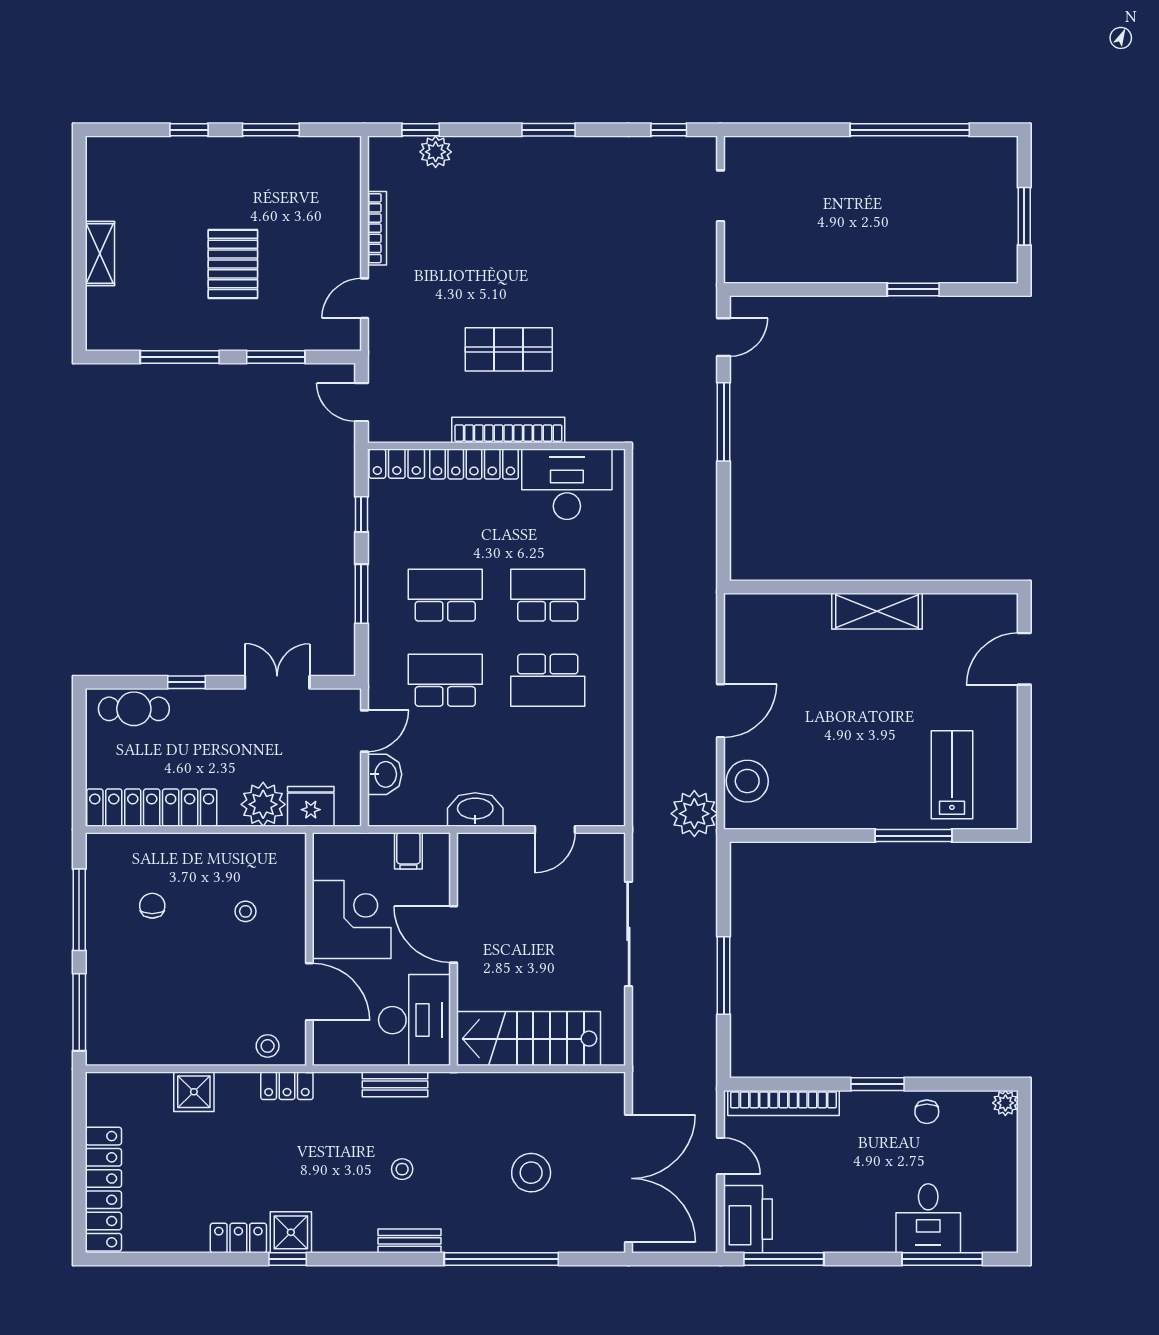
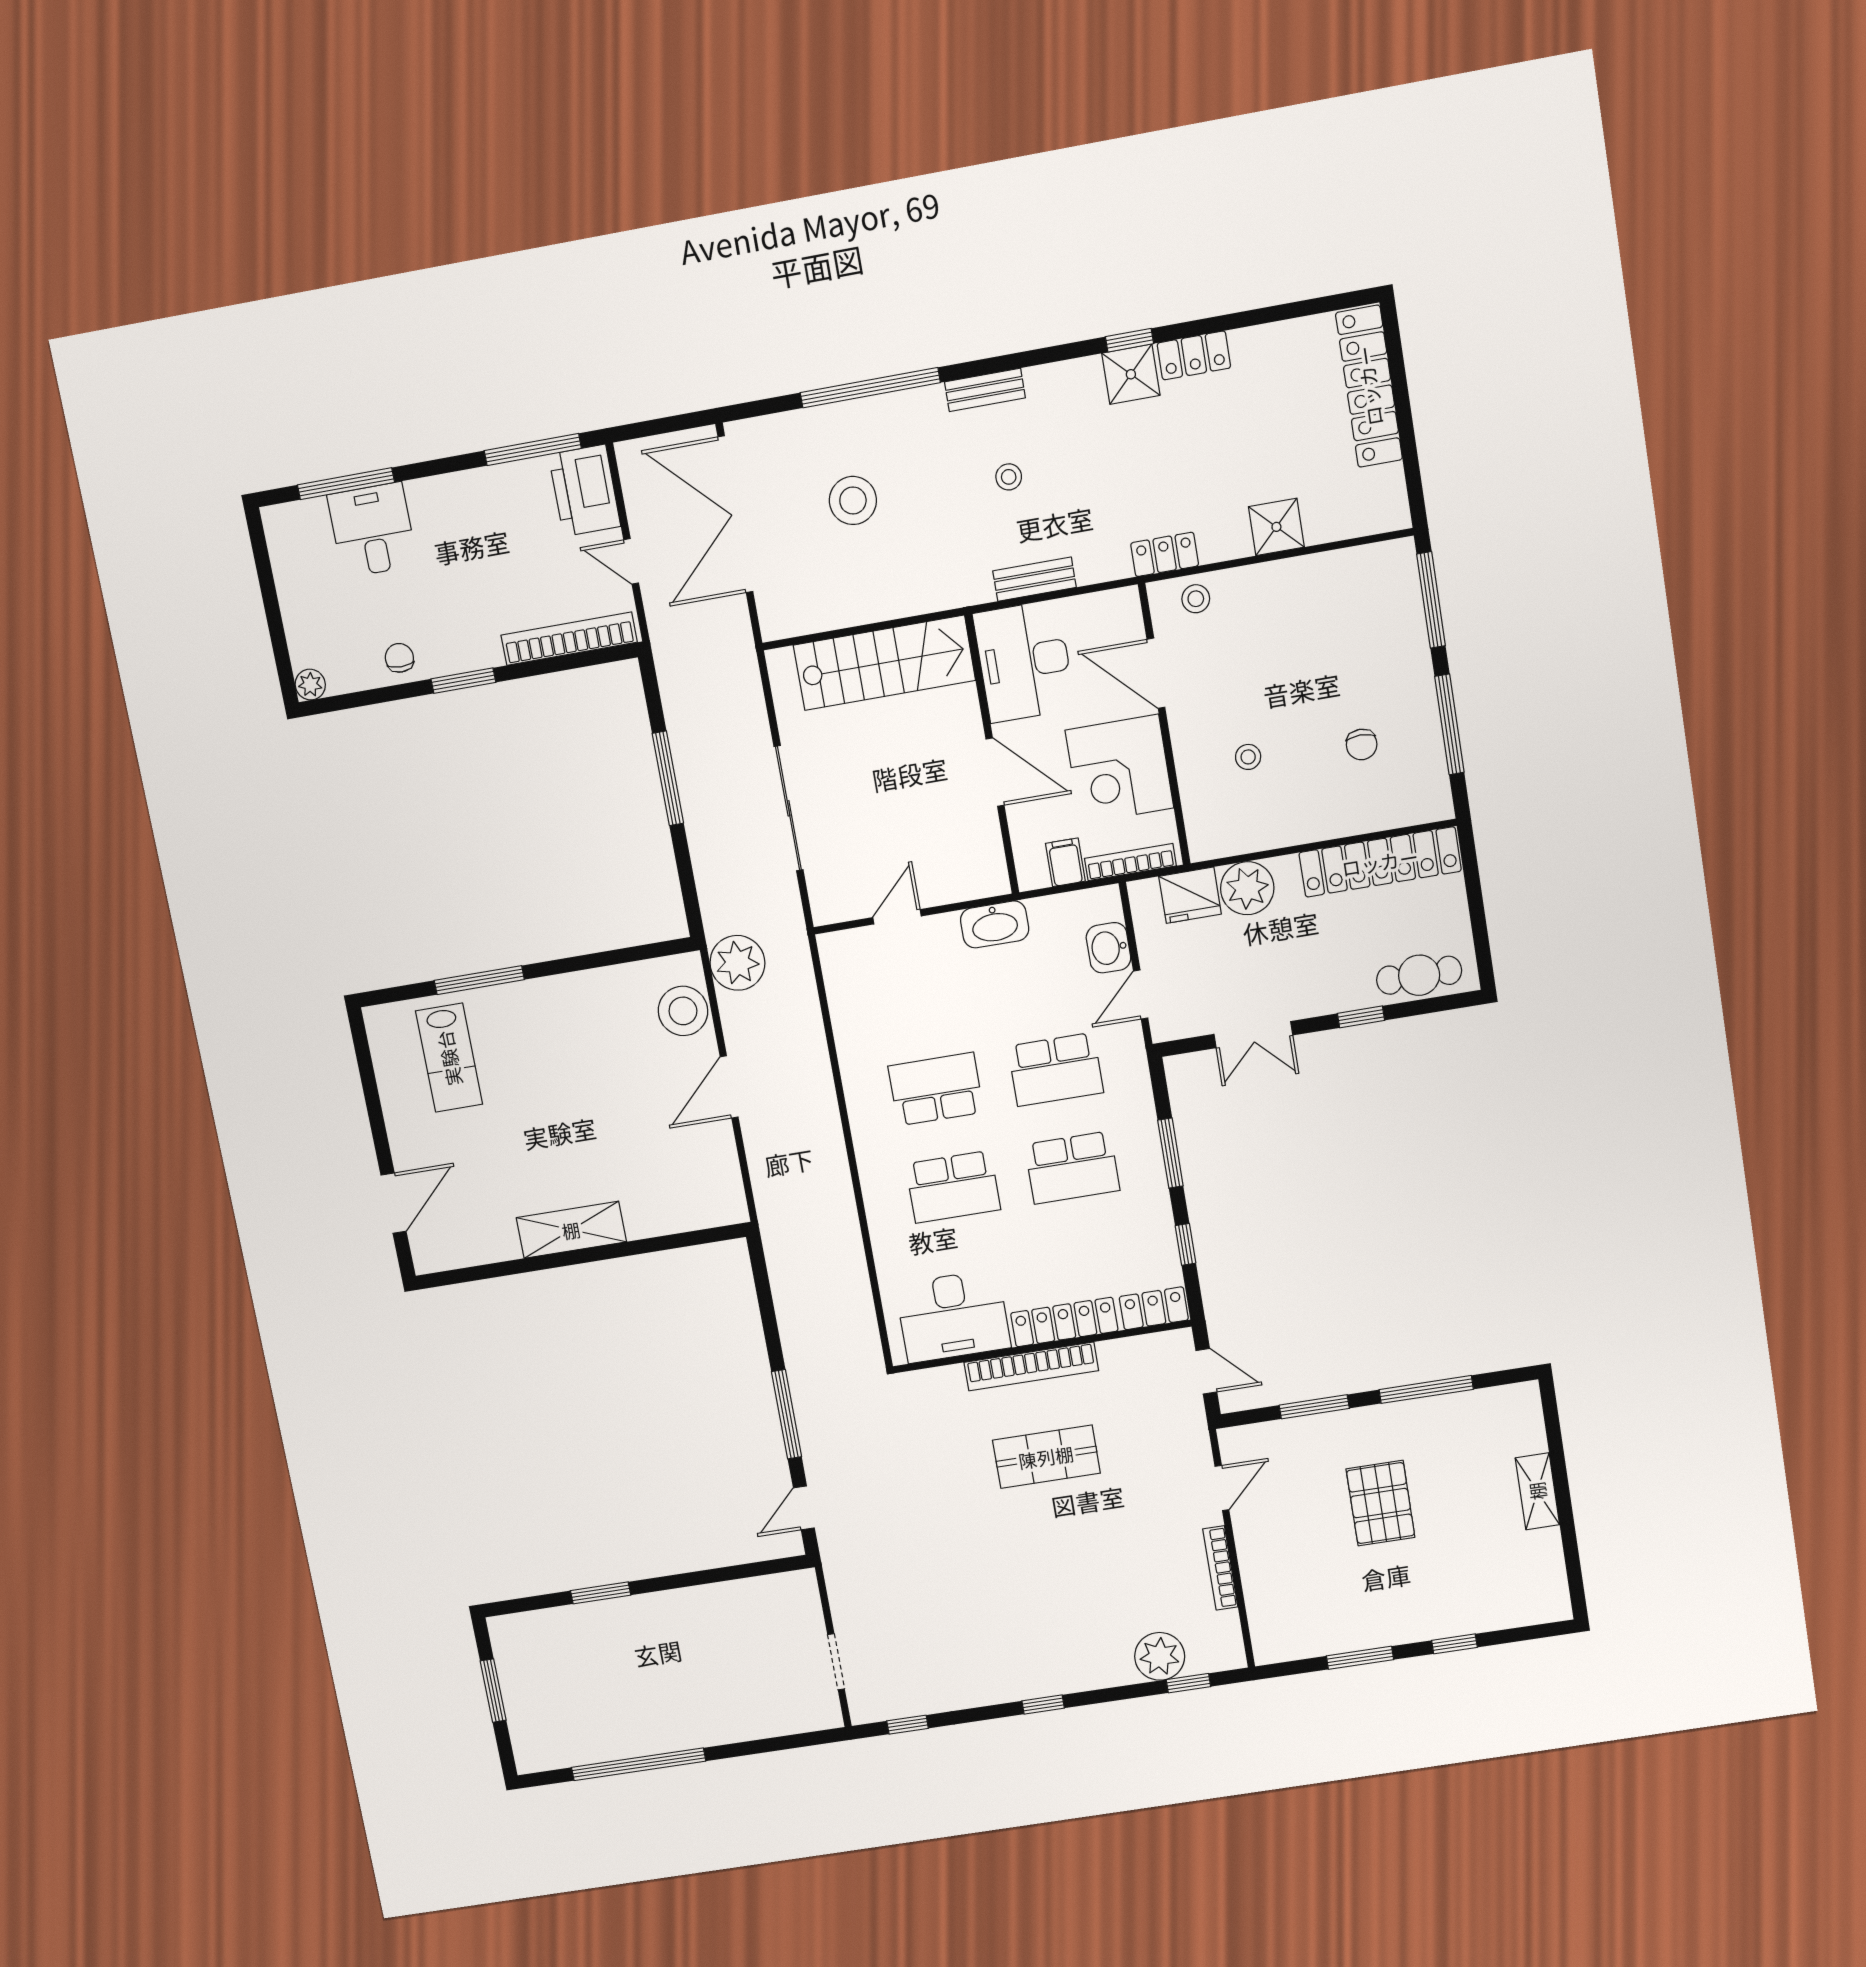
window: (549, 130) -> (1043, 1705), width x0.67
plant: (436, 152) -> (1160, 1656), width x1.36, depth x1.36
bookcase: (355, 842) -> (1130, 862), added

